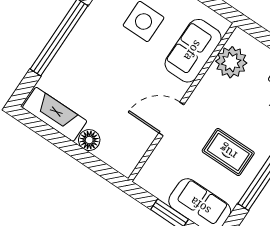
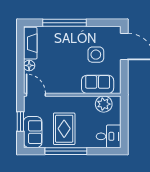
door: (171, 119) -> (36, 95), moved
rug: (228, 152) -> (64, 129), width x1.36, depth x1.43

